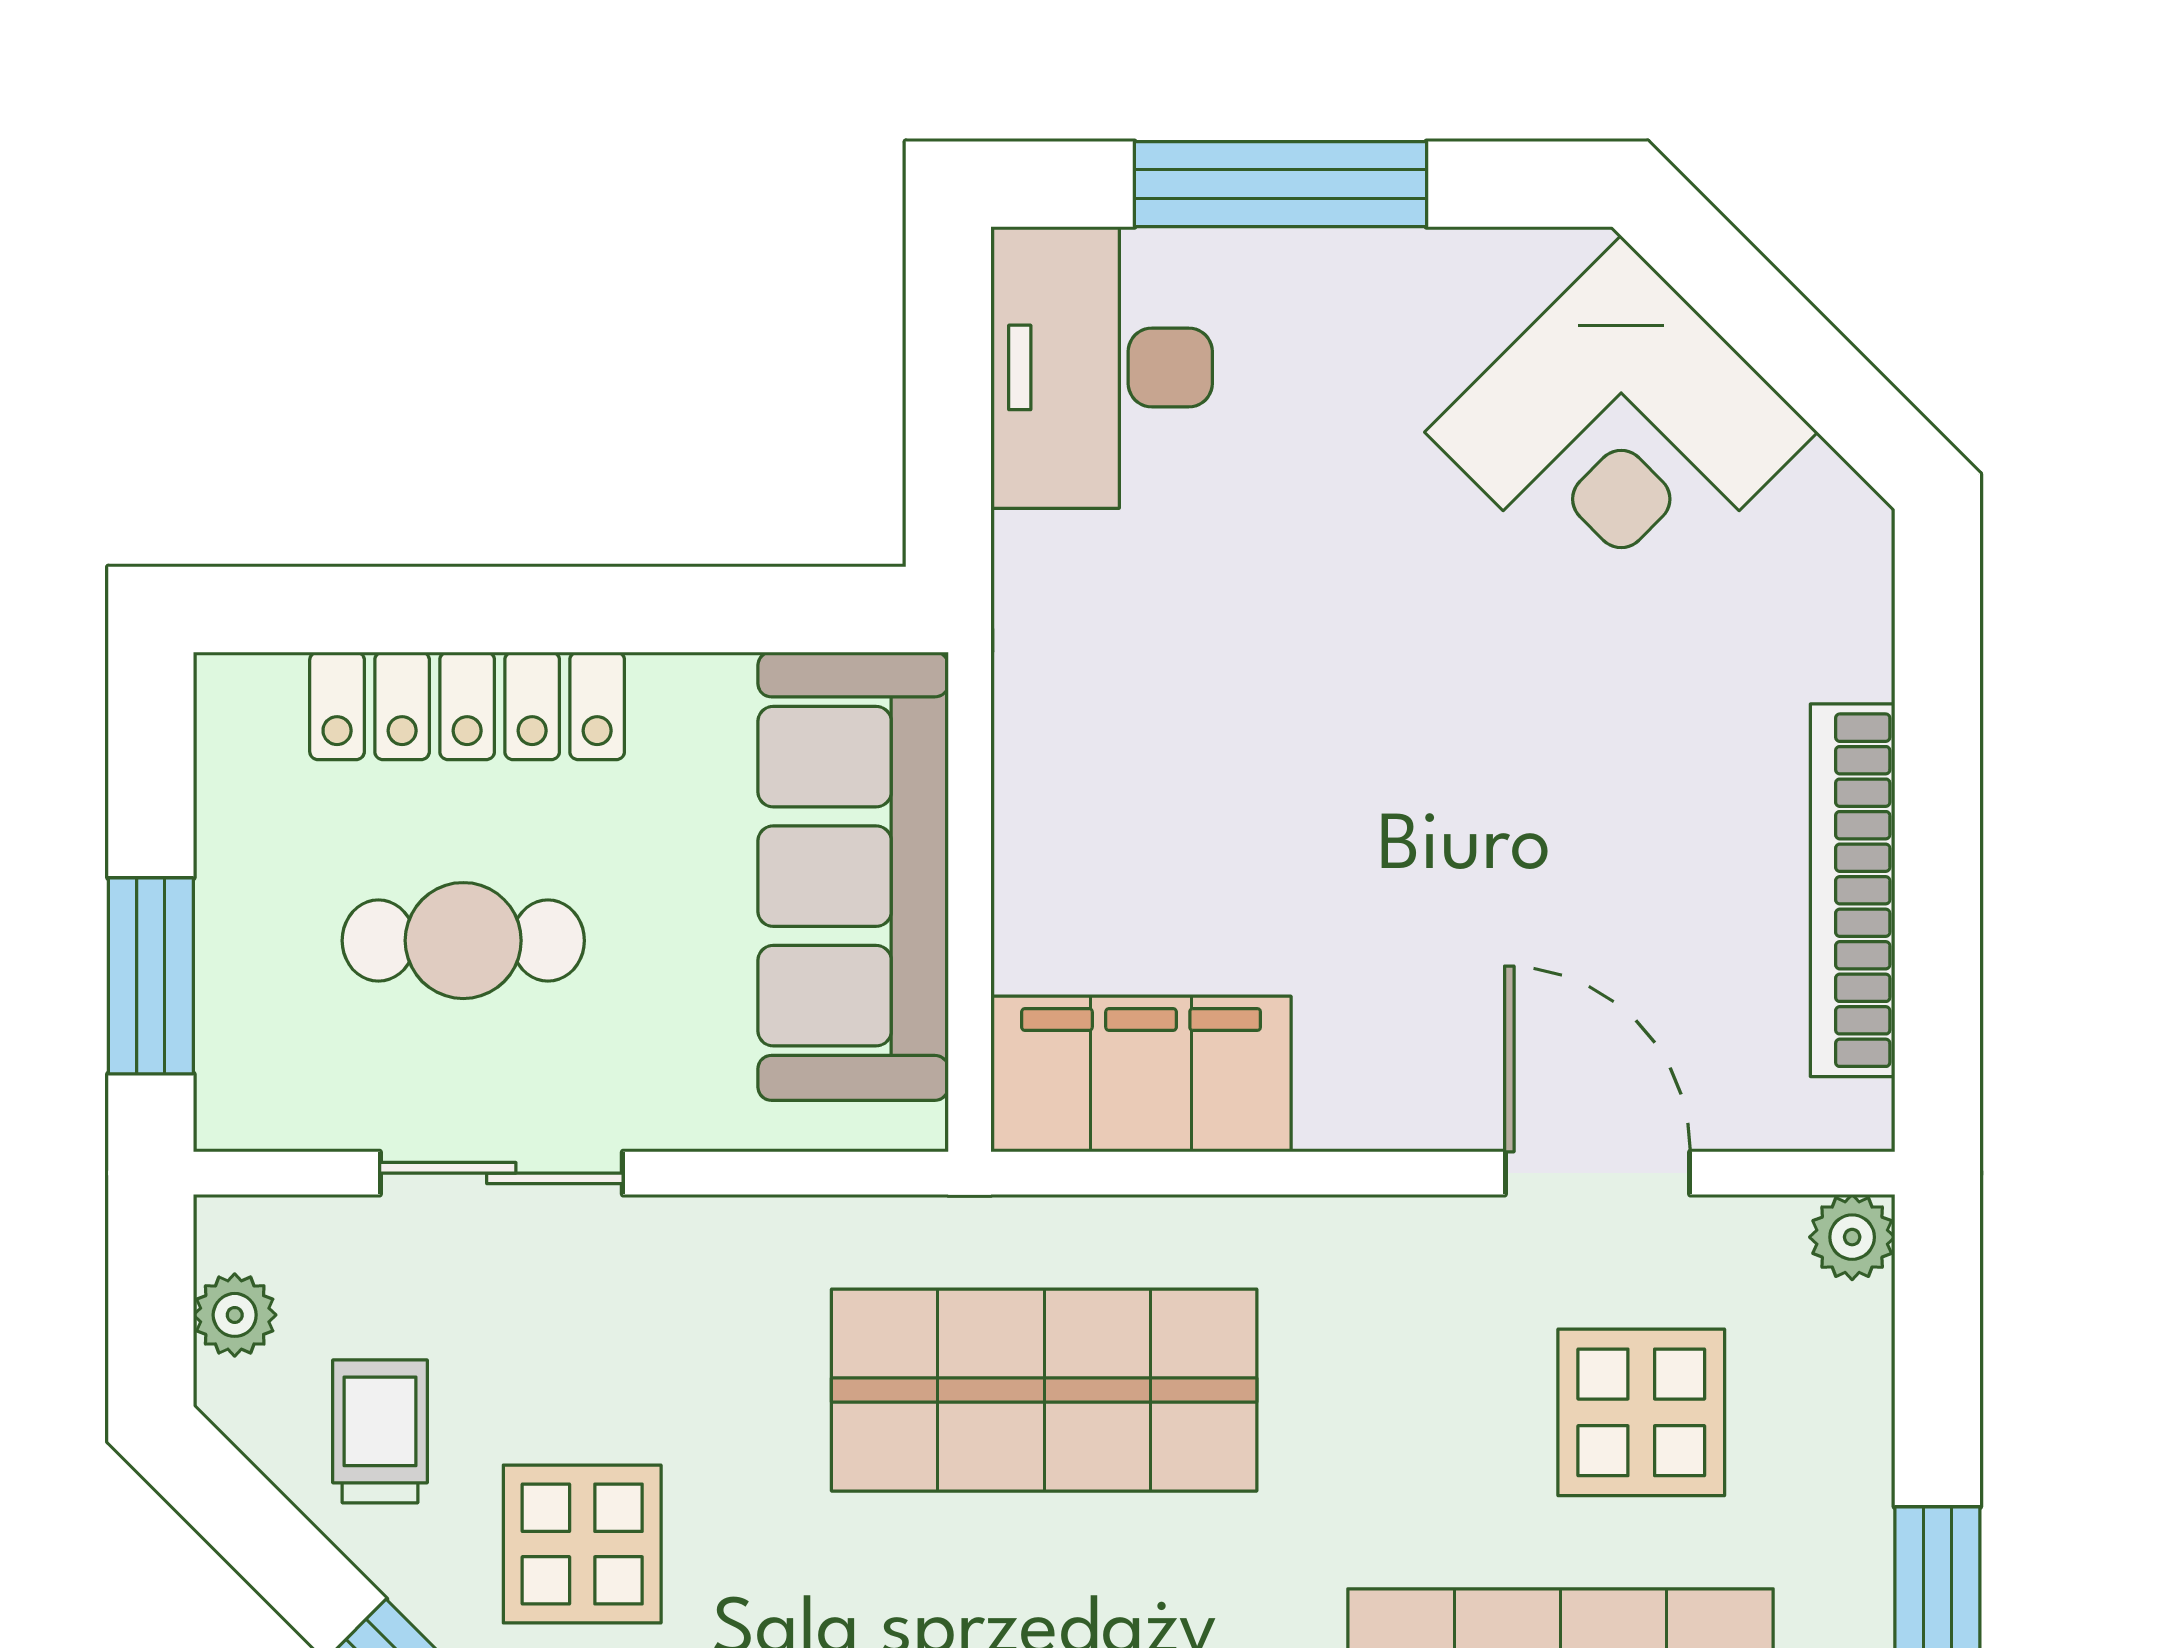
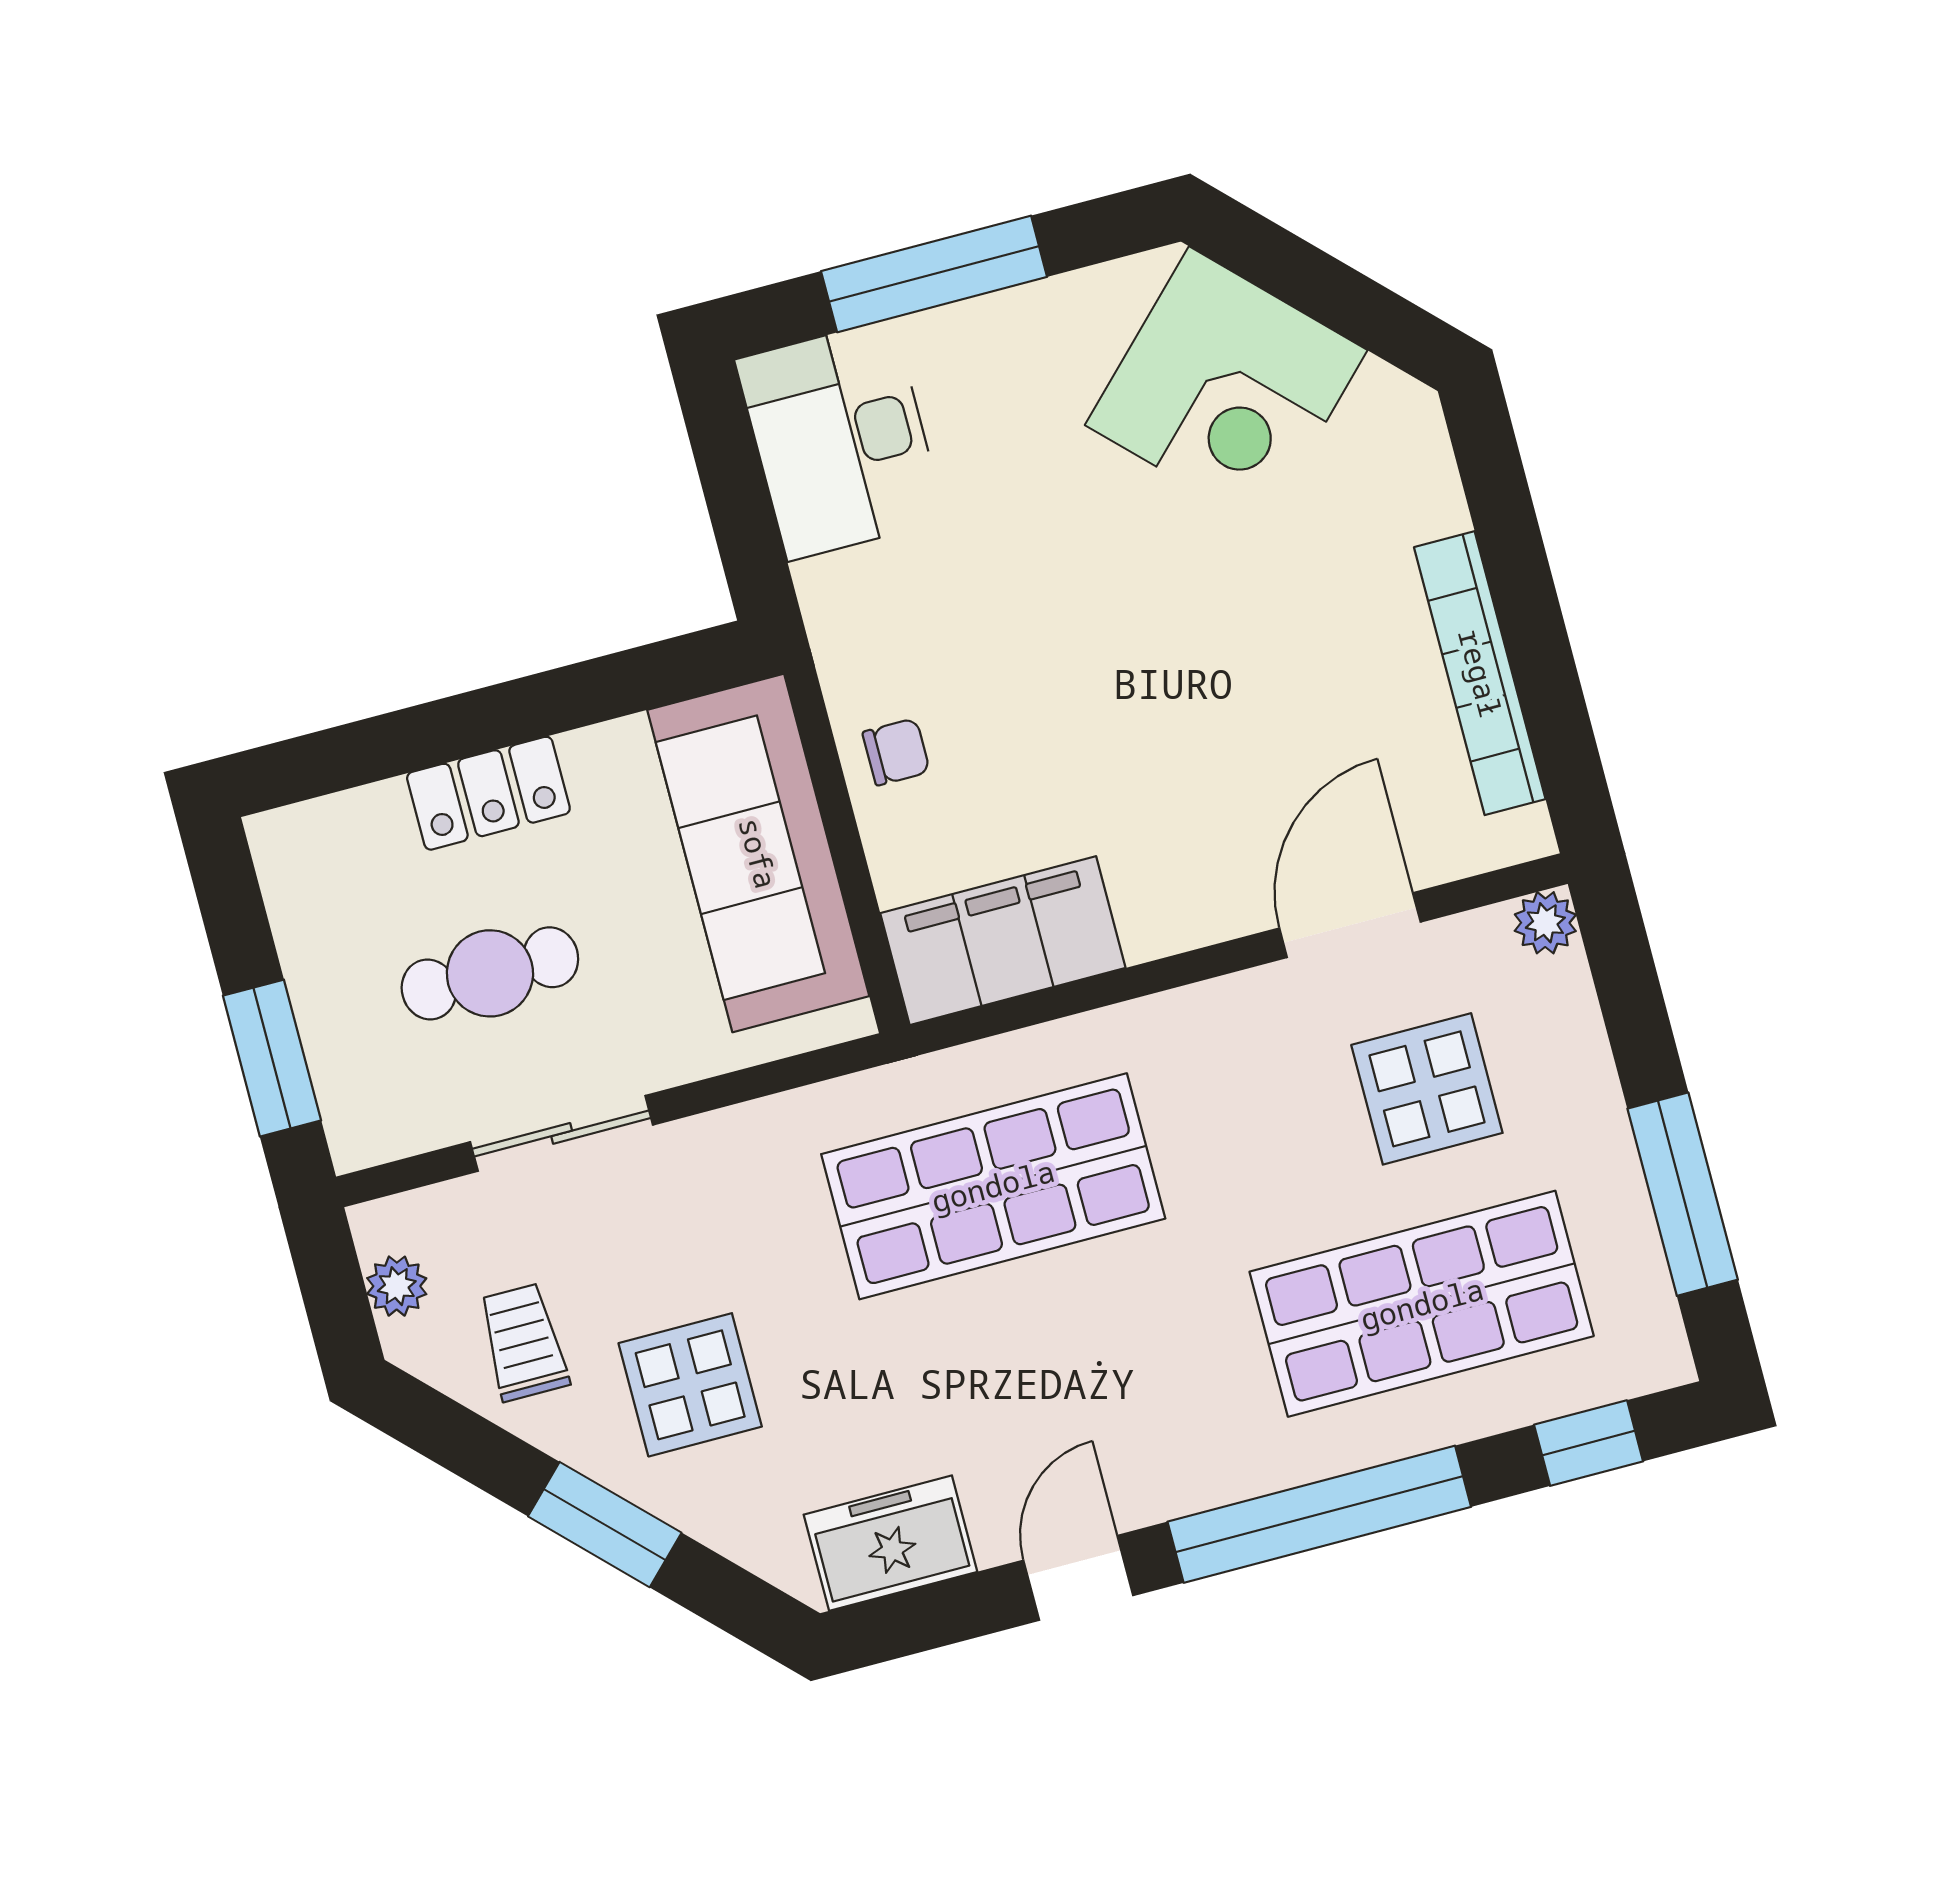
locker: (467, 706) -> (488, 793), width x0.66
chair: (1067, 792) -> (896, 752), added
door: (1597, 1173) -> (1350, 925), hinge flipped

